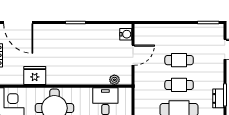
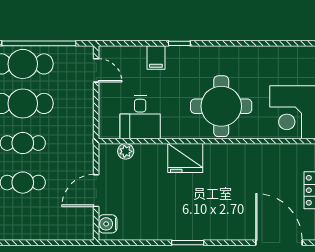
fridge: (35, 76) -> (185, 158), moved

